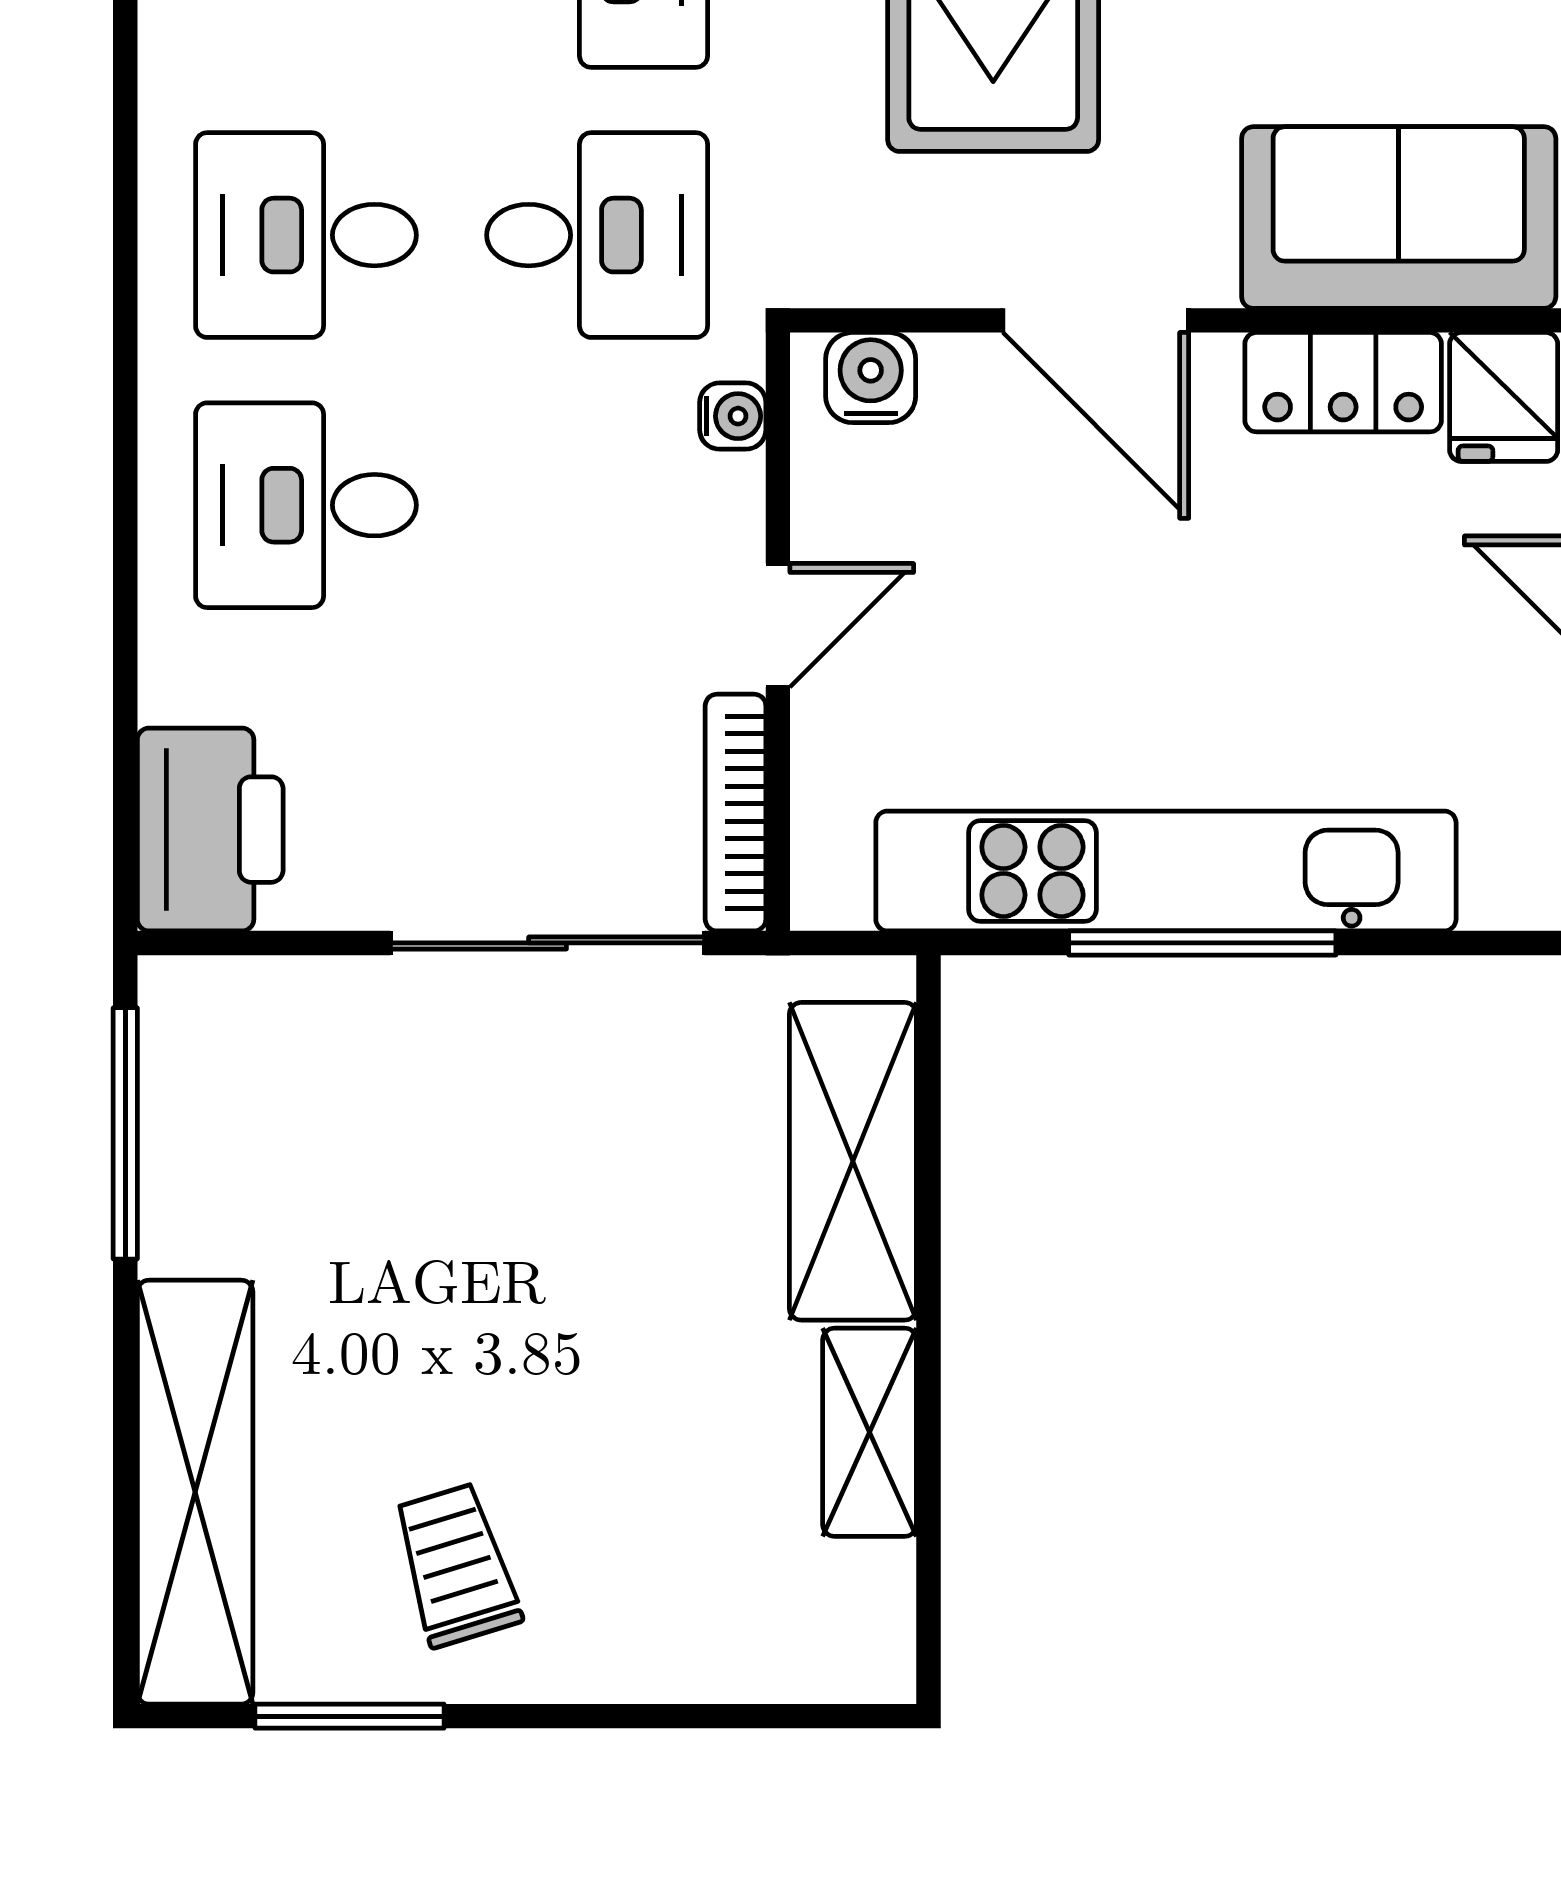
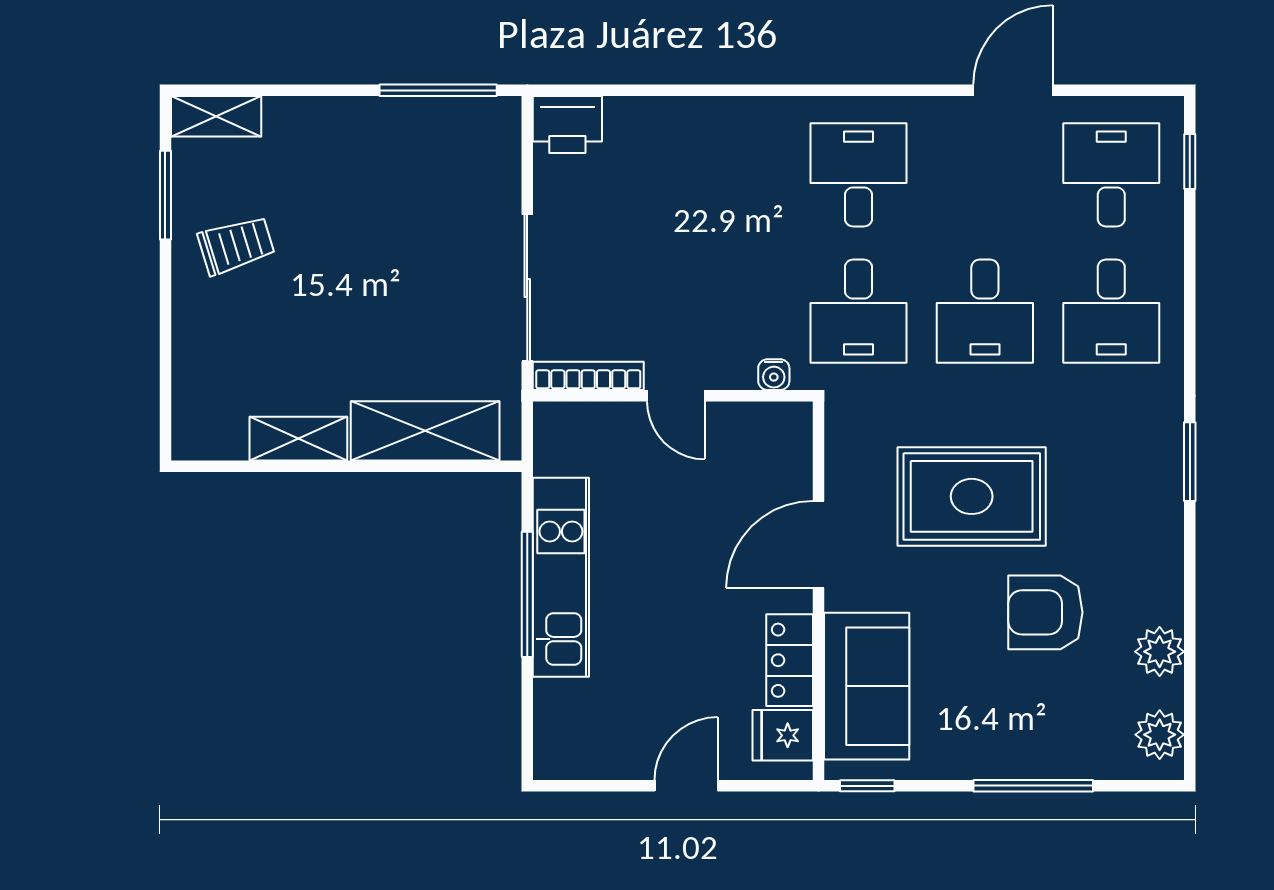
water cooler: (871, 378) -> (792, 439), removed
desk: (306, 505) -> (732, 175), removed
printer: (210, 830) -> (567, 125), width x0.73, depth x0.84
kitchen unit: (1166, 871) -> (561, 577), width x0.73
shelving: (195, 1492) -> (216, 116), width x0.45, depth x0.75

